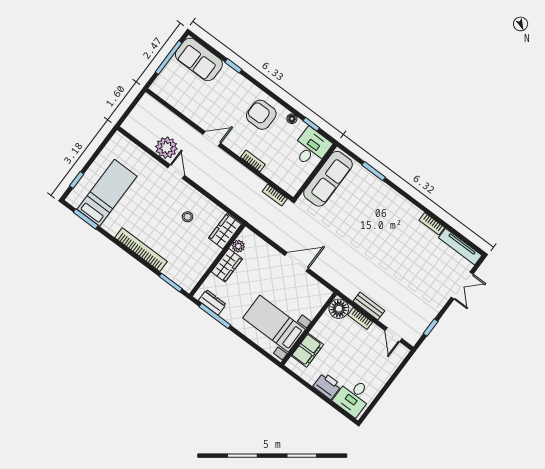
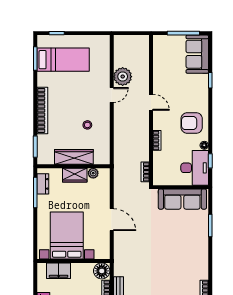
armchair: (261, 115) -> (192, 123), turned -90
desk: (311, 148) -> (195, 168), width x1.37
wardrobe: (225, 231) -> (74, 157), moved, width x1.50
bed with nightstands: (274, 324) -> (67, 235), width x1.36

